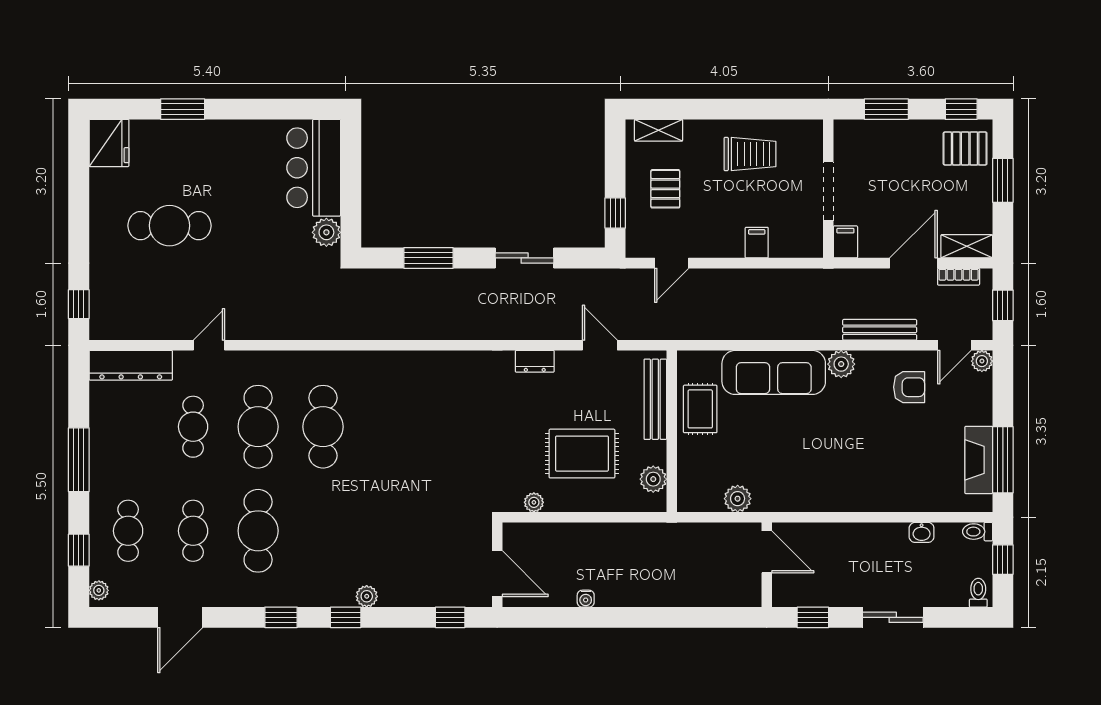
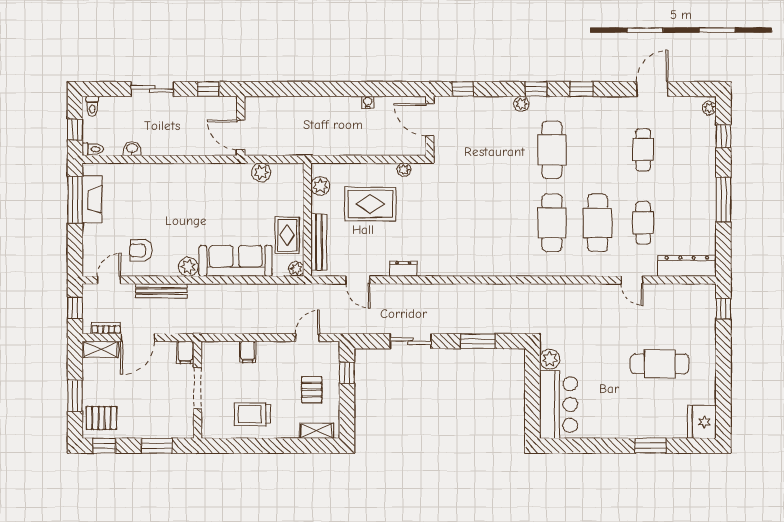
door: (209, 345) -> (632, 280), hinge flipped
plant: (982, 361) -> (296, 269), moved
cafe table: (128, 531) -> (689, 150), removed
cafe table: (258, 531) -> (552, 150), moved

